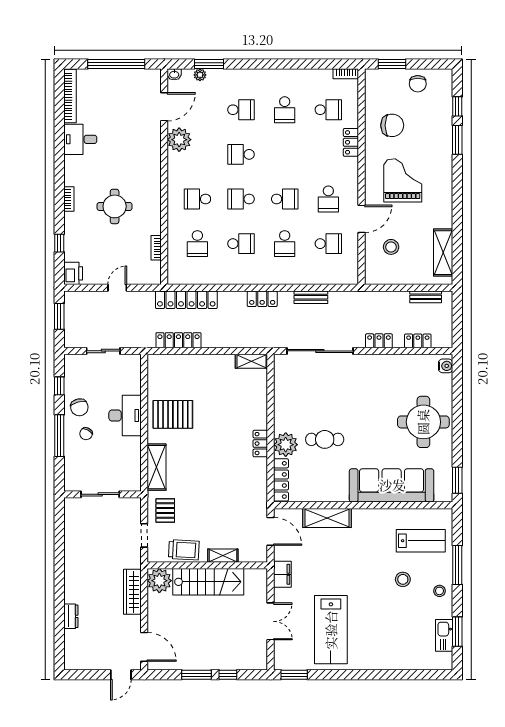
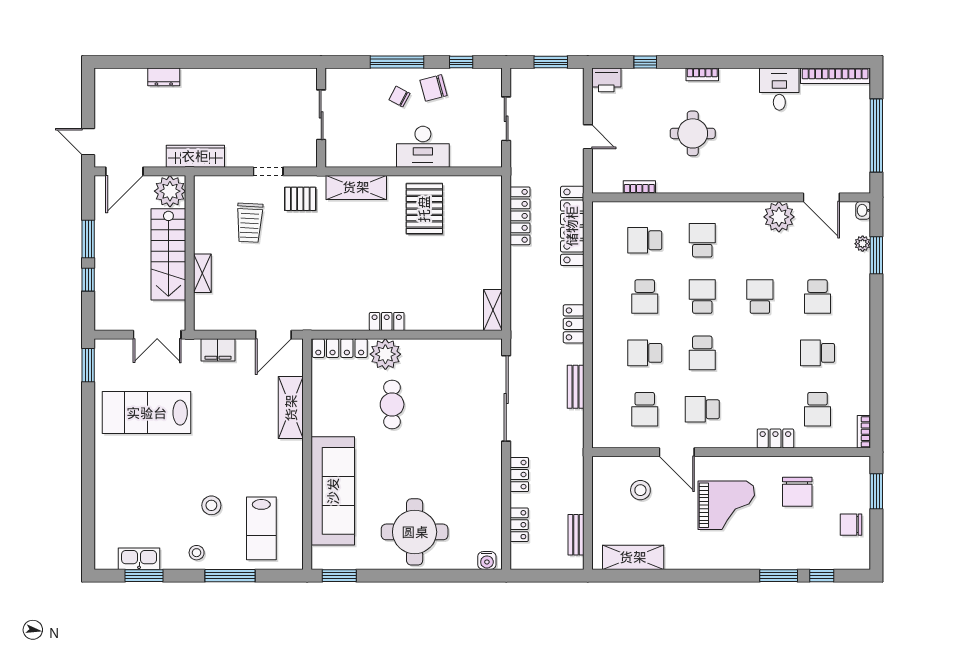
shelving: (223, 556) -> (202, 273), moved
wall: (207, 565) -> (190, 253), moved
plant: (159, 581) -> (170, 191), moved
stairs: (208, 582) -> (168, 254), moved

